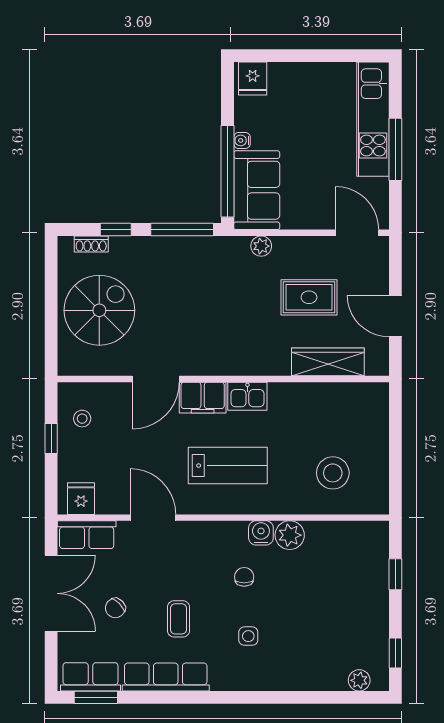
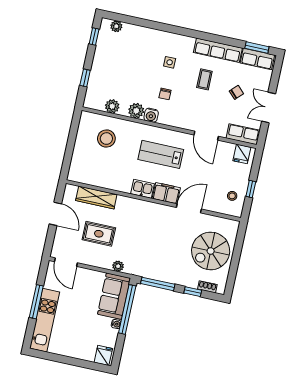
plant: (335, 534) -> (112, 106), added
double door: (51, 593) -> (269, 107), width x0.73

